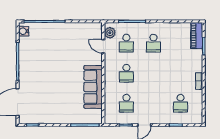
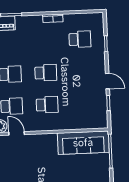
door: (103, 46) -> (17, 133), swing flipped
sofa: (93, 87) -> (83, 143), moved
school desk: (126, 103) -> (46, 73), moved

